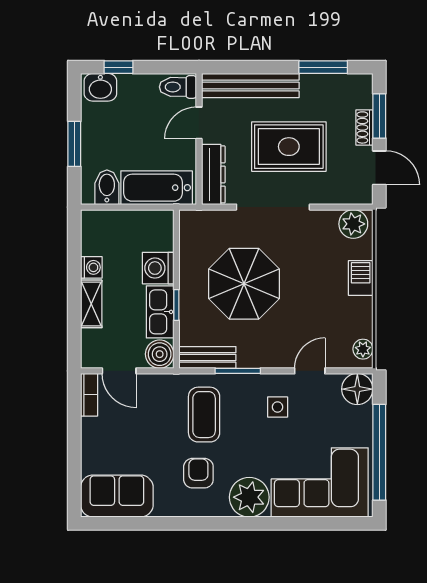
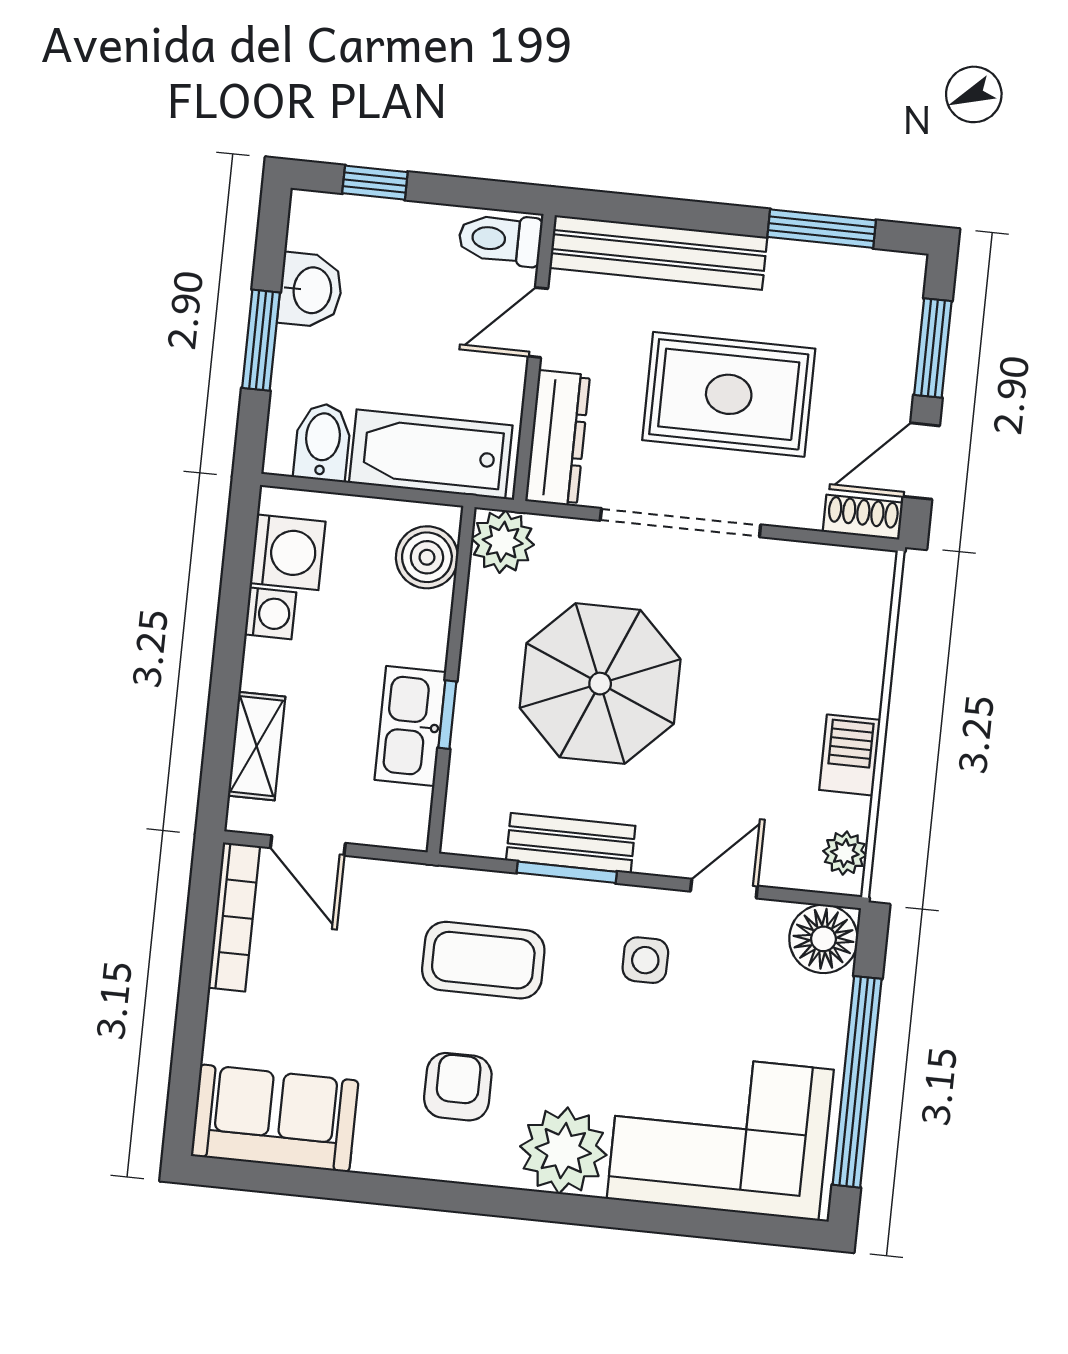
washbasin: (100, 87) -> (311, 290), moved, turned -90
shoe rack: (364, 127) -> (863, 517), moved, turned 90
door: (379, 168) -> (921, 461), swing flipped
plant: (353, 224) -> (503, 542), moved
washing machine: (158, 268) -> (288, 552), moved, turned 180
barbecue: (361, 278) -> (850, 755), moved
shelving: (91, 304) -> (257, 746), moved
boiler: (160, 354) -> (427, 557), moved
bench: (207, 357) -> (571, 843), moved
bookcase: (89, 395) -> (234, 917), width x1.56
coffee table: (204, 415) -> (483, 960), turned 90

